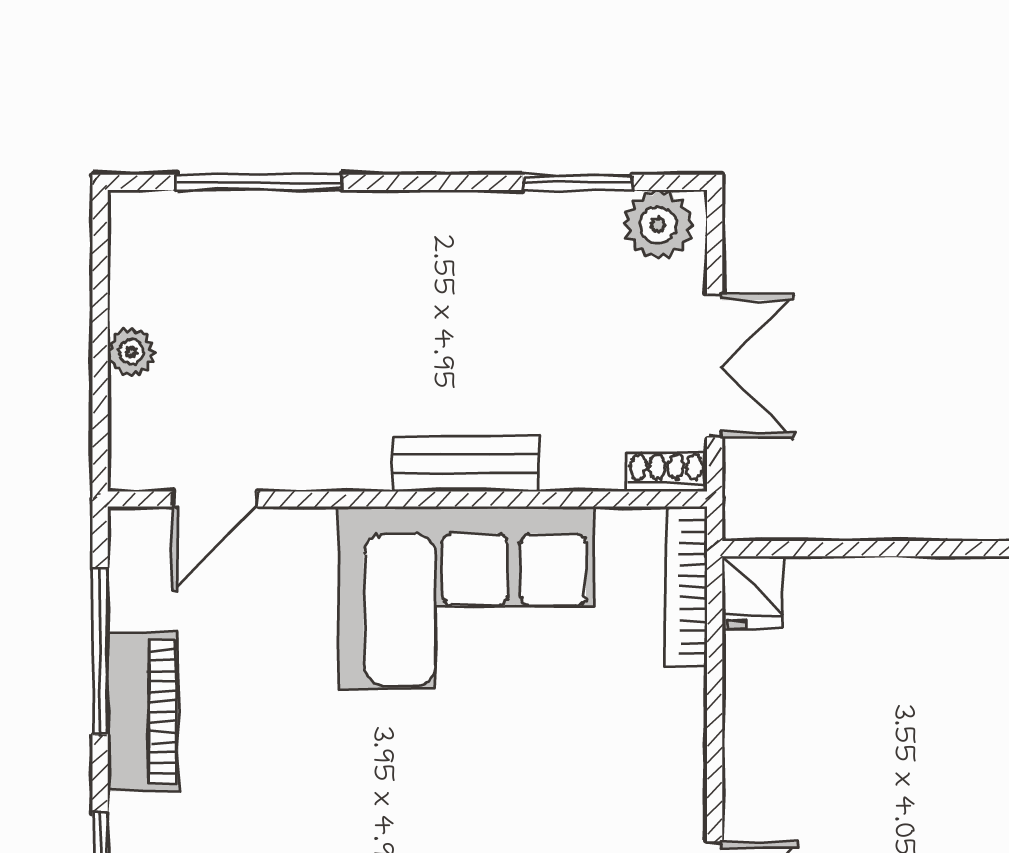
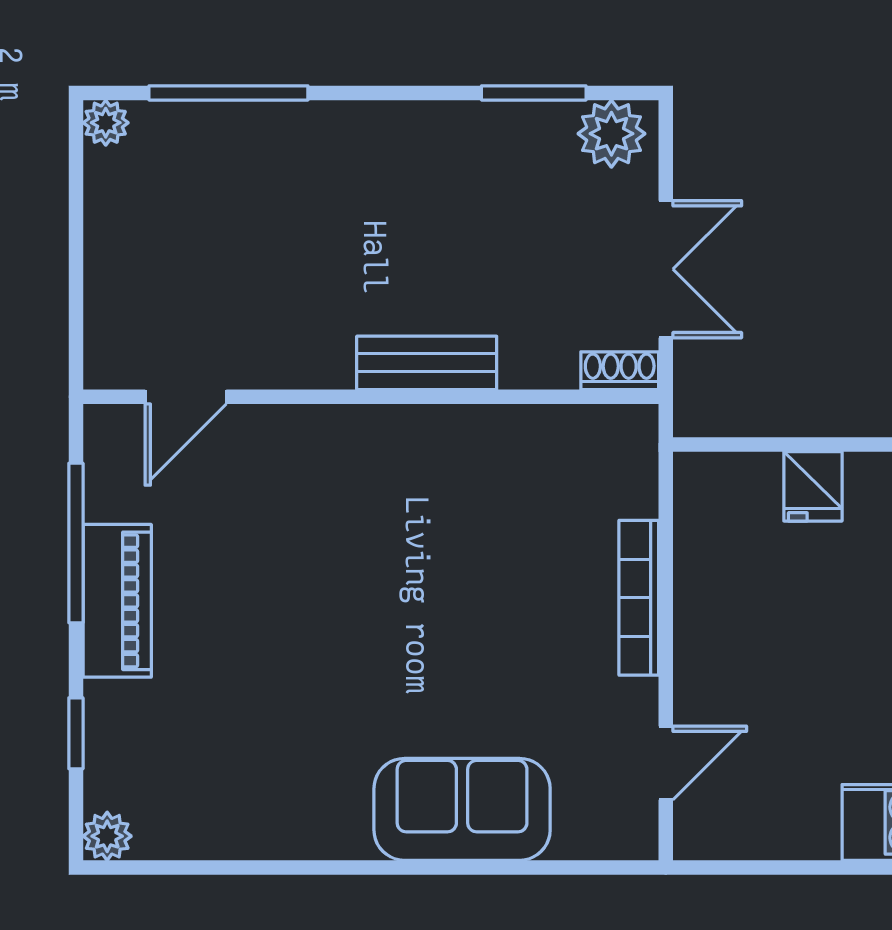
plant: (131, 352) -> (106, 123), moved
bookcase: (687, 587) -> (639, 598), moved
fridge: (752, 592) -> (813, 486), moved
corner sofa: (466, 598) -> (428, 492), removed

